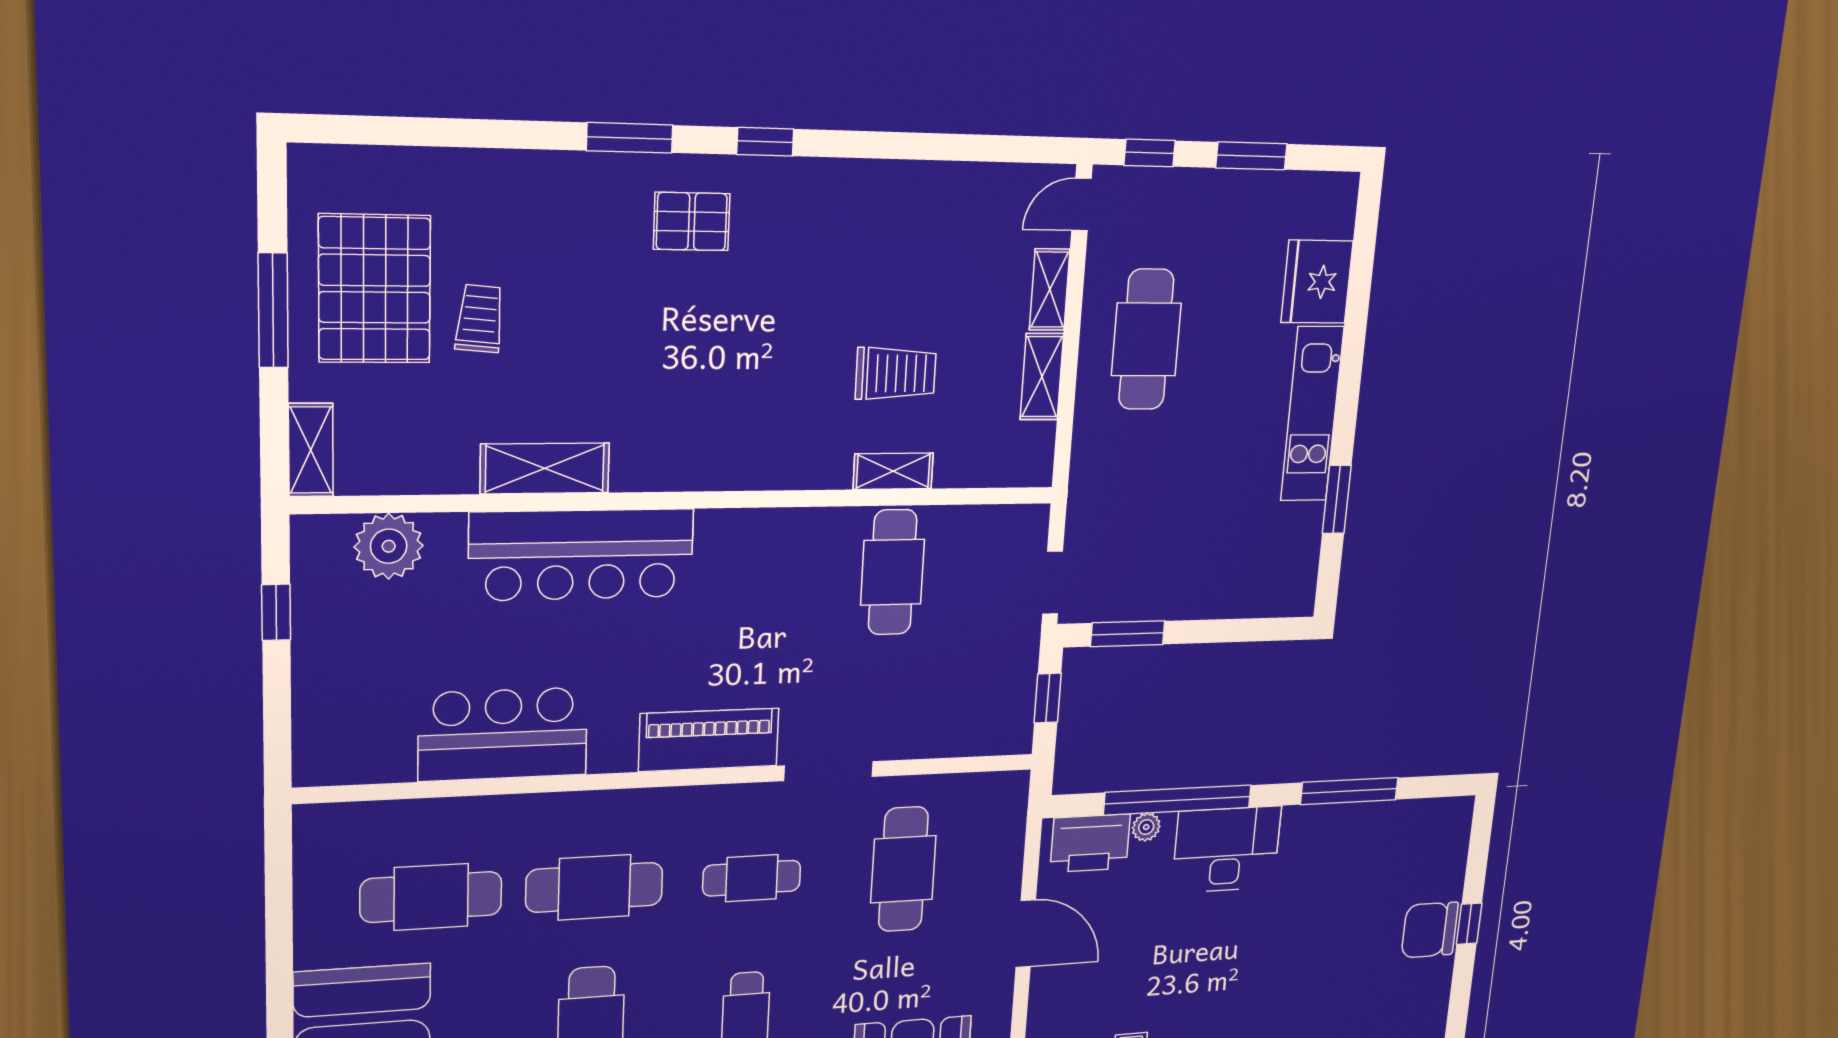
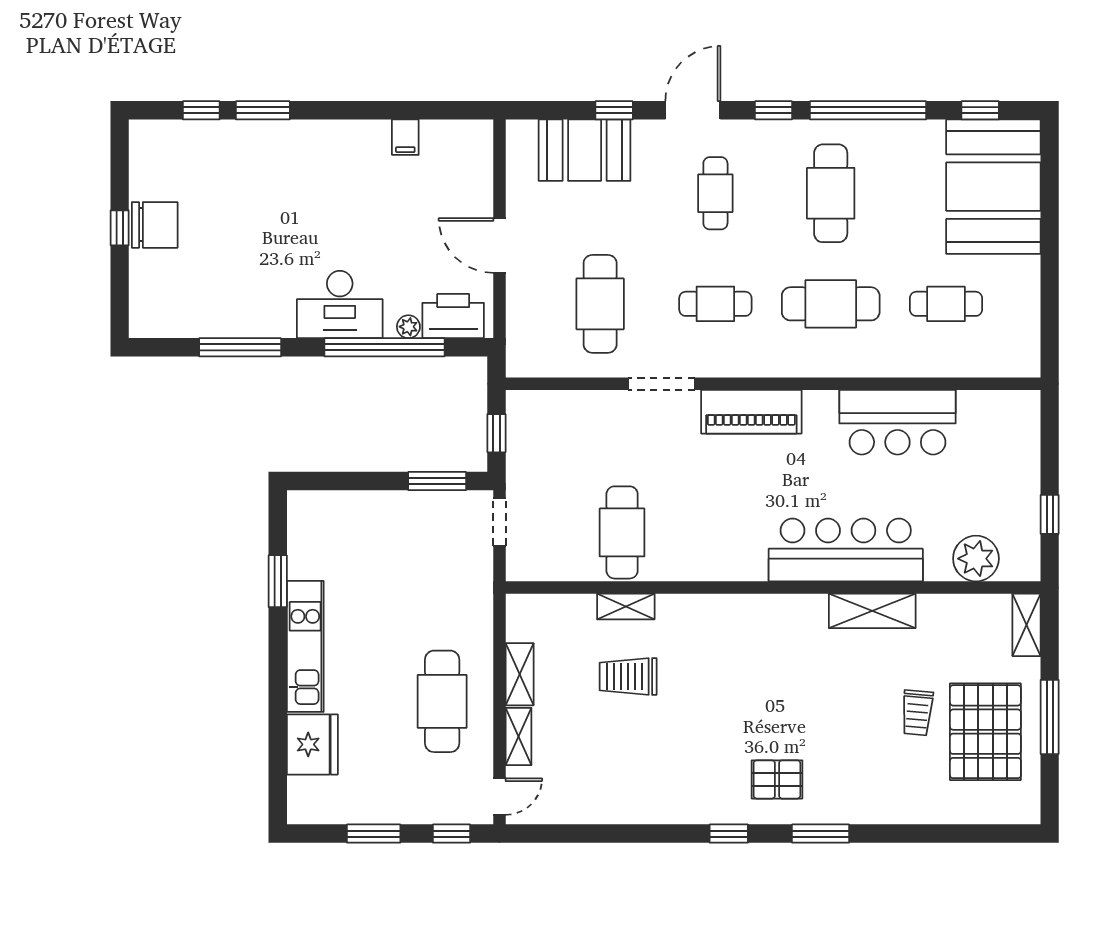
cafe table: (431, 897) -> (946, 304), width x0.73, depth x0.74

